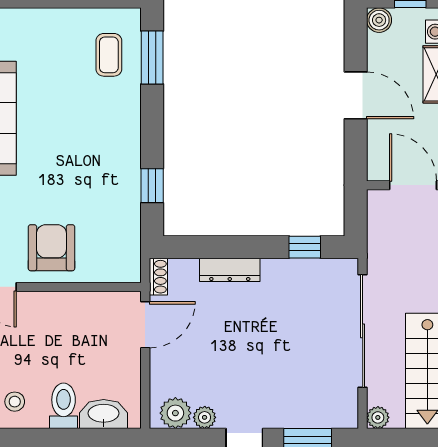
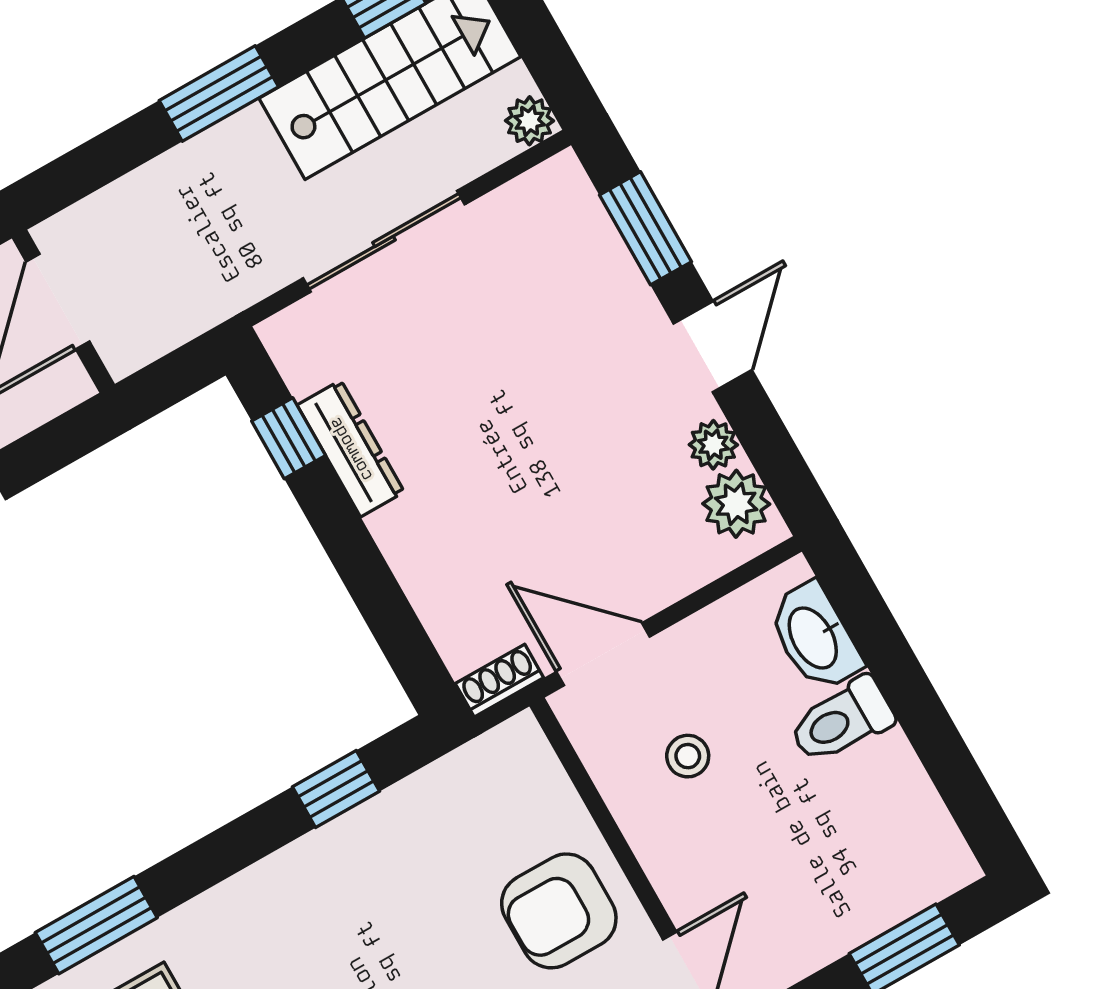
dresser: (230, 270) -> (351, 449), moved
sliding door: (363, 331) -> (384, 241), width x0.73
stool: (15, 402) -> (688, 756), moved

